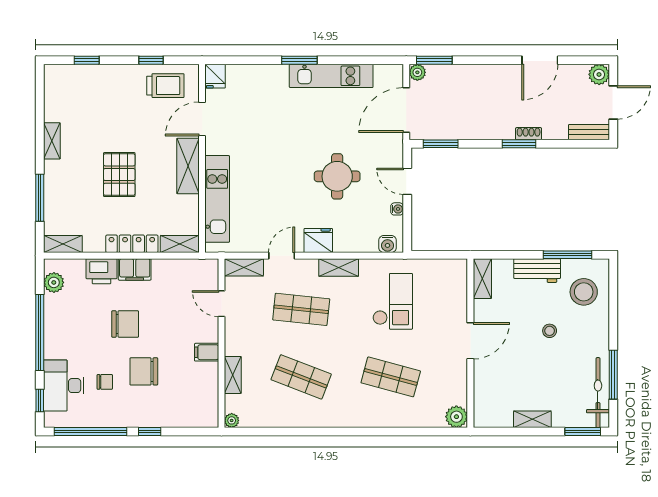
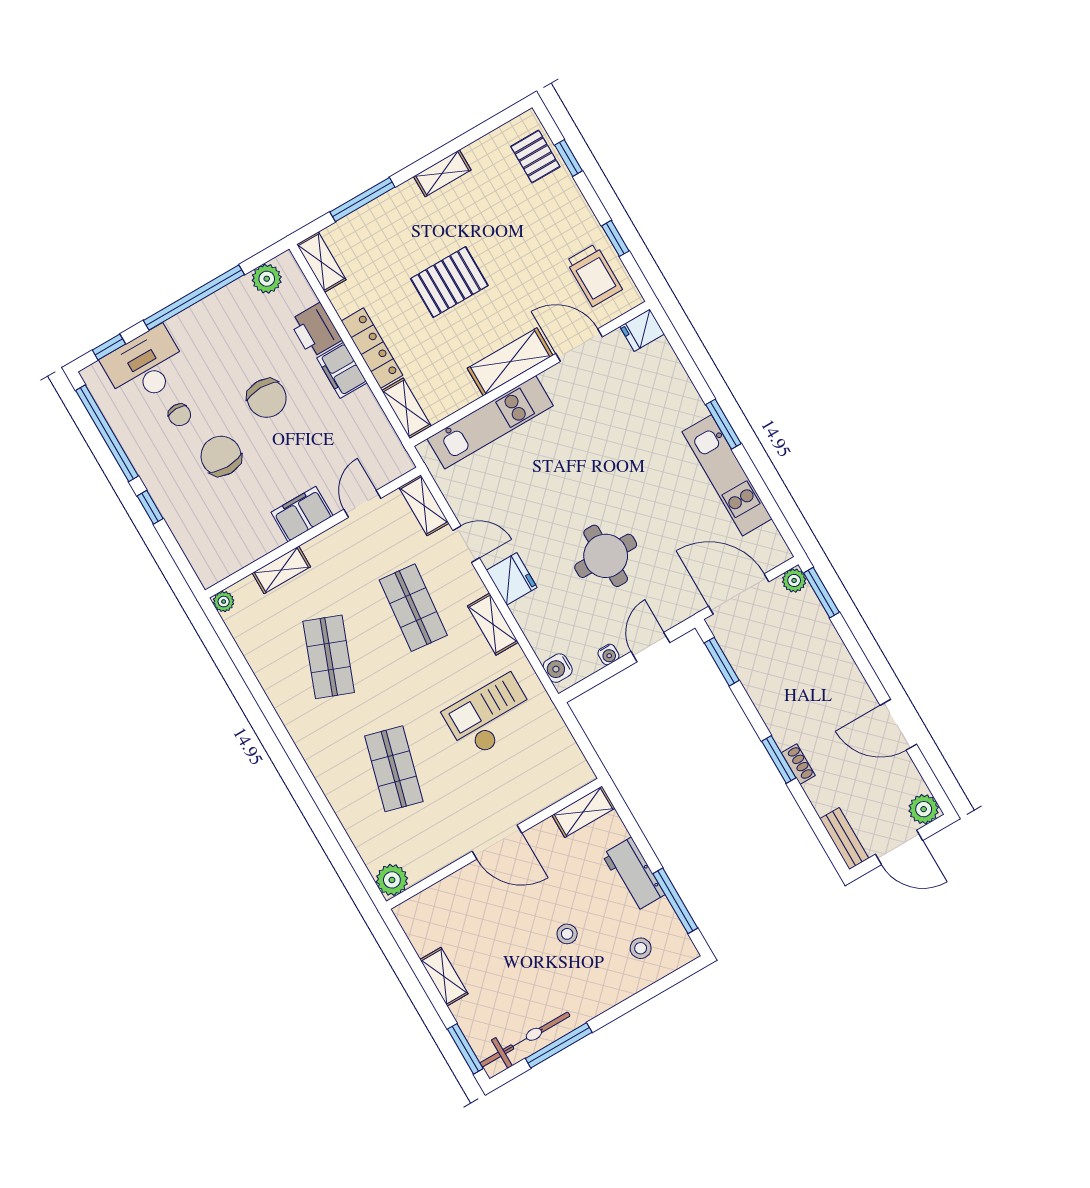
pallet: (74, 80) -> (535, 157), added
stool: (584, 292) -> (641, 948), width x0.53, depth x0.53
checkout: (393, 301) -> (490, 716), turned 180
filing cabinet: (207, 352) -> (302, 514), width x2.00

